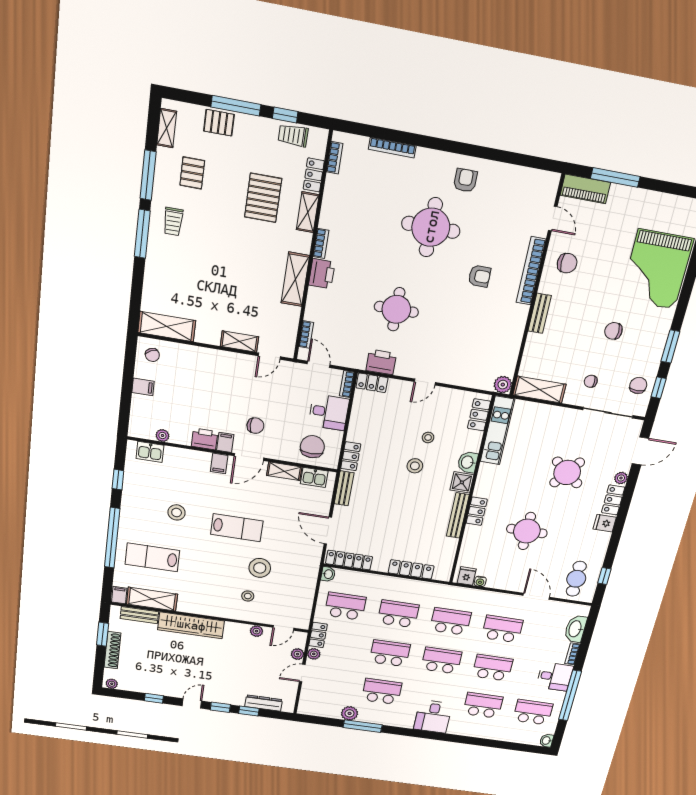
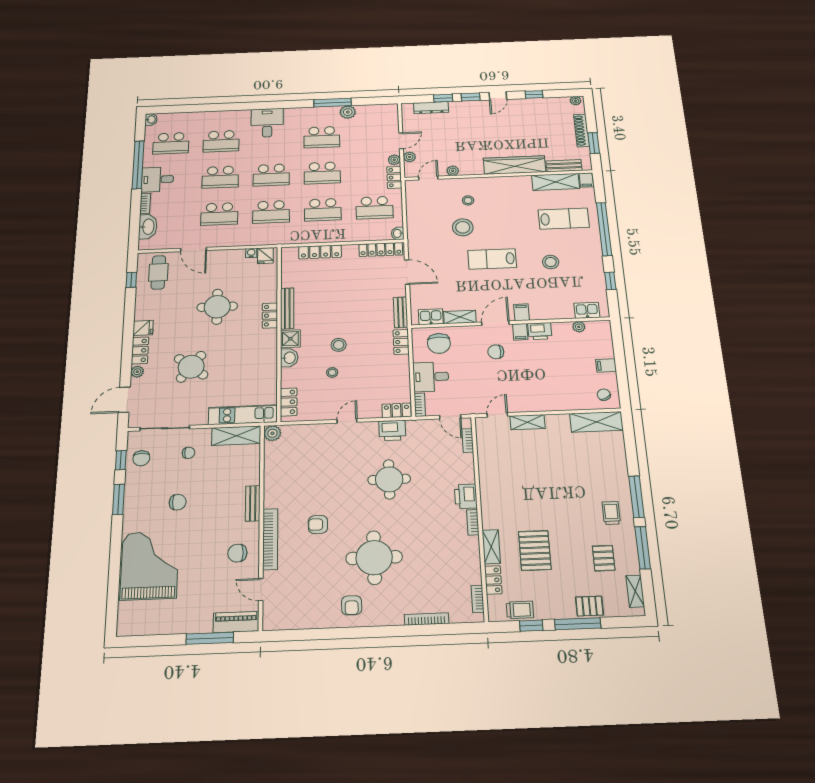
shelving: (295, 279) -> (489, 486), removed
kitchen unit: (497, 430) -> (243, 415), moved, turned 90

